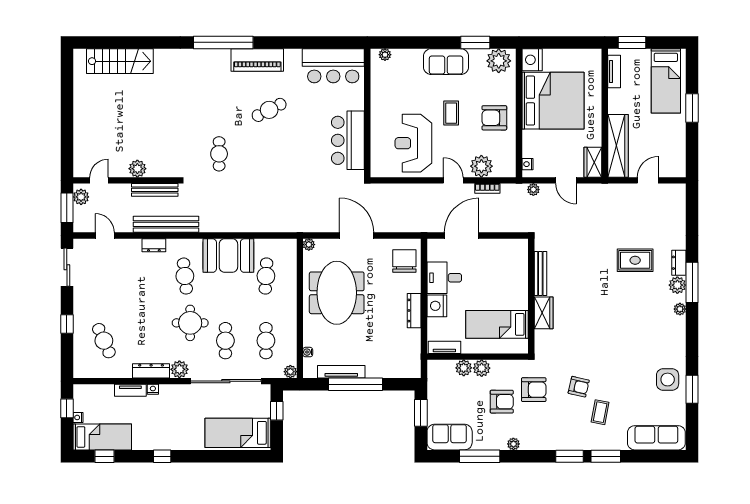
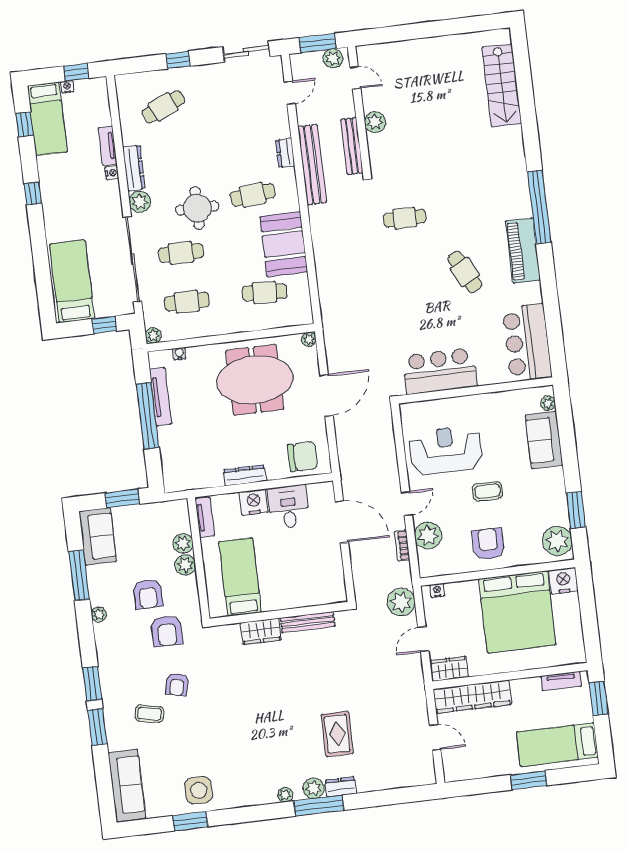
sofa: (446, 62) -> (544, 440), moved
plant: (533, 190) -> (401, 602), width x1.88, depth x1.88

